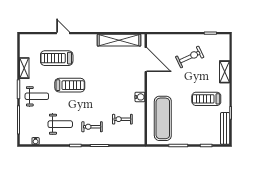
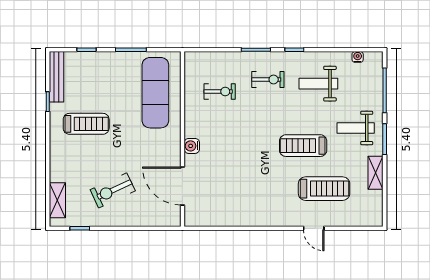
shelving: (119, 40) -> (225, 217), removed
shelving: (225, 72) -> (57, 200), moved
water cooler: (140, 97) -> (192, 146), moved

